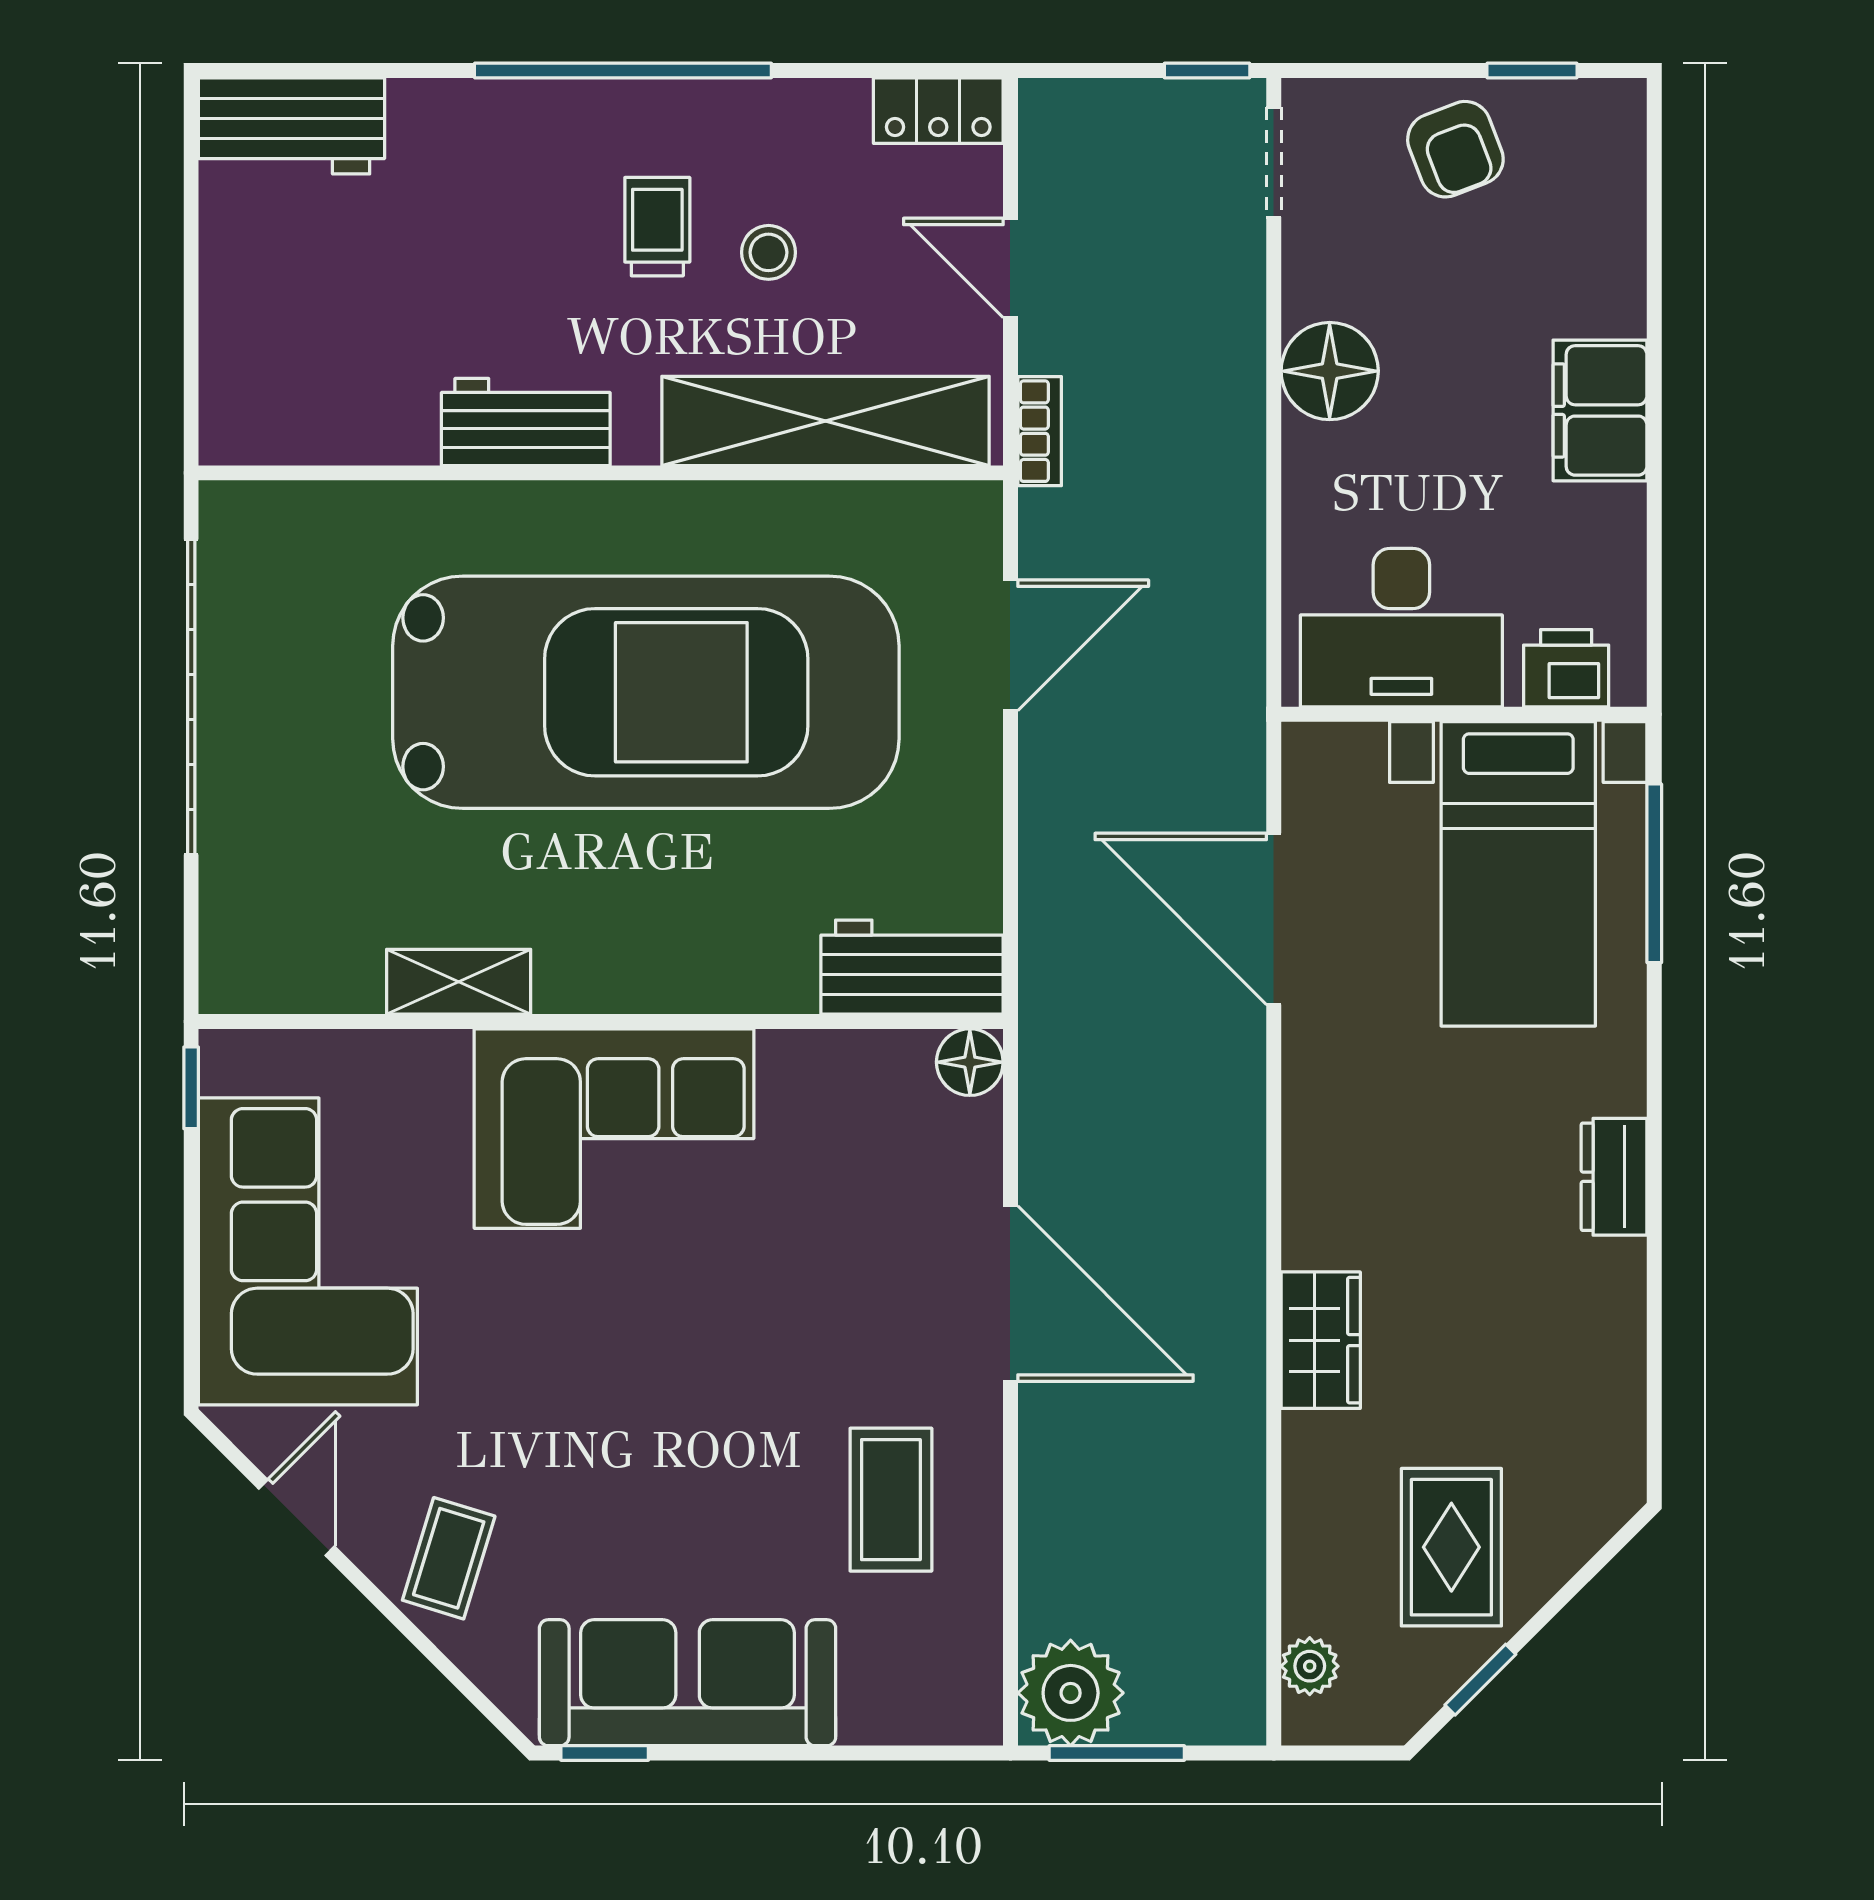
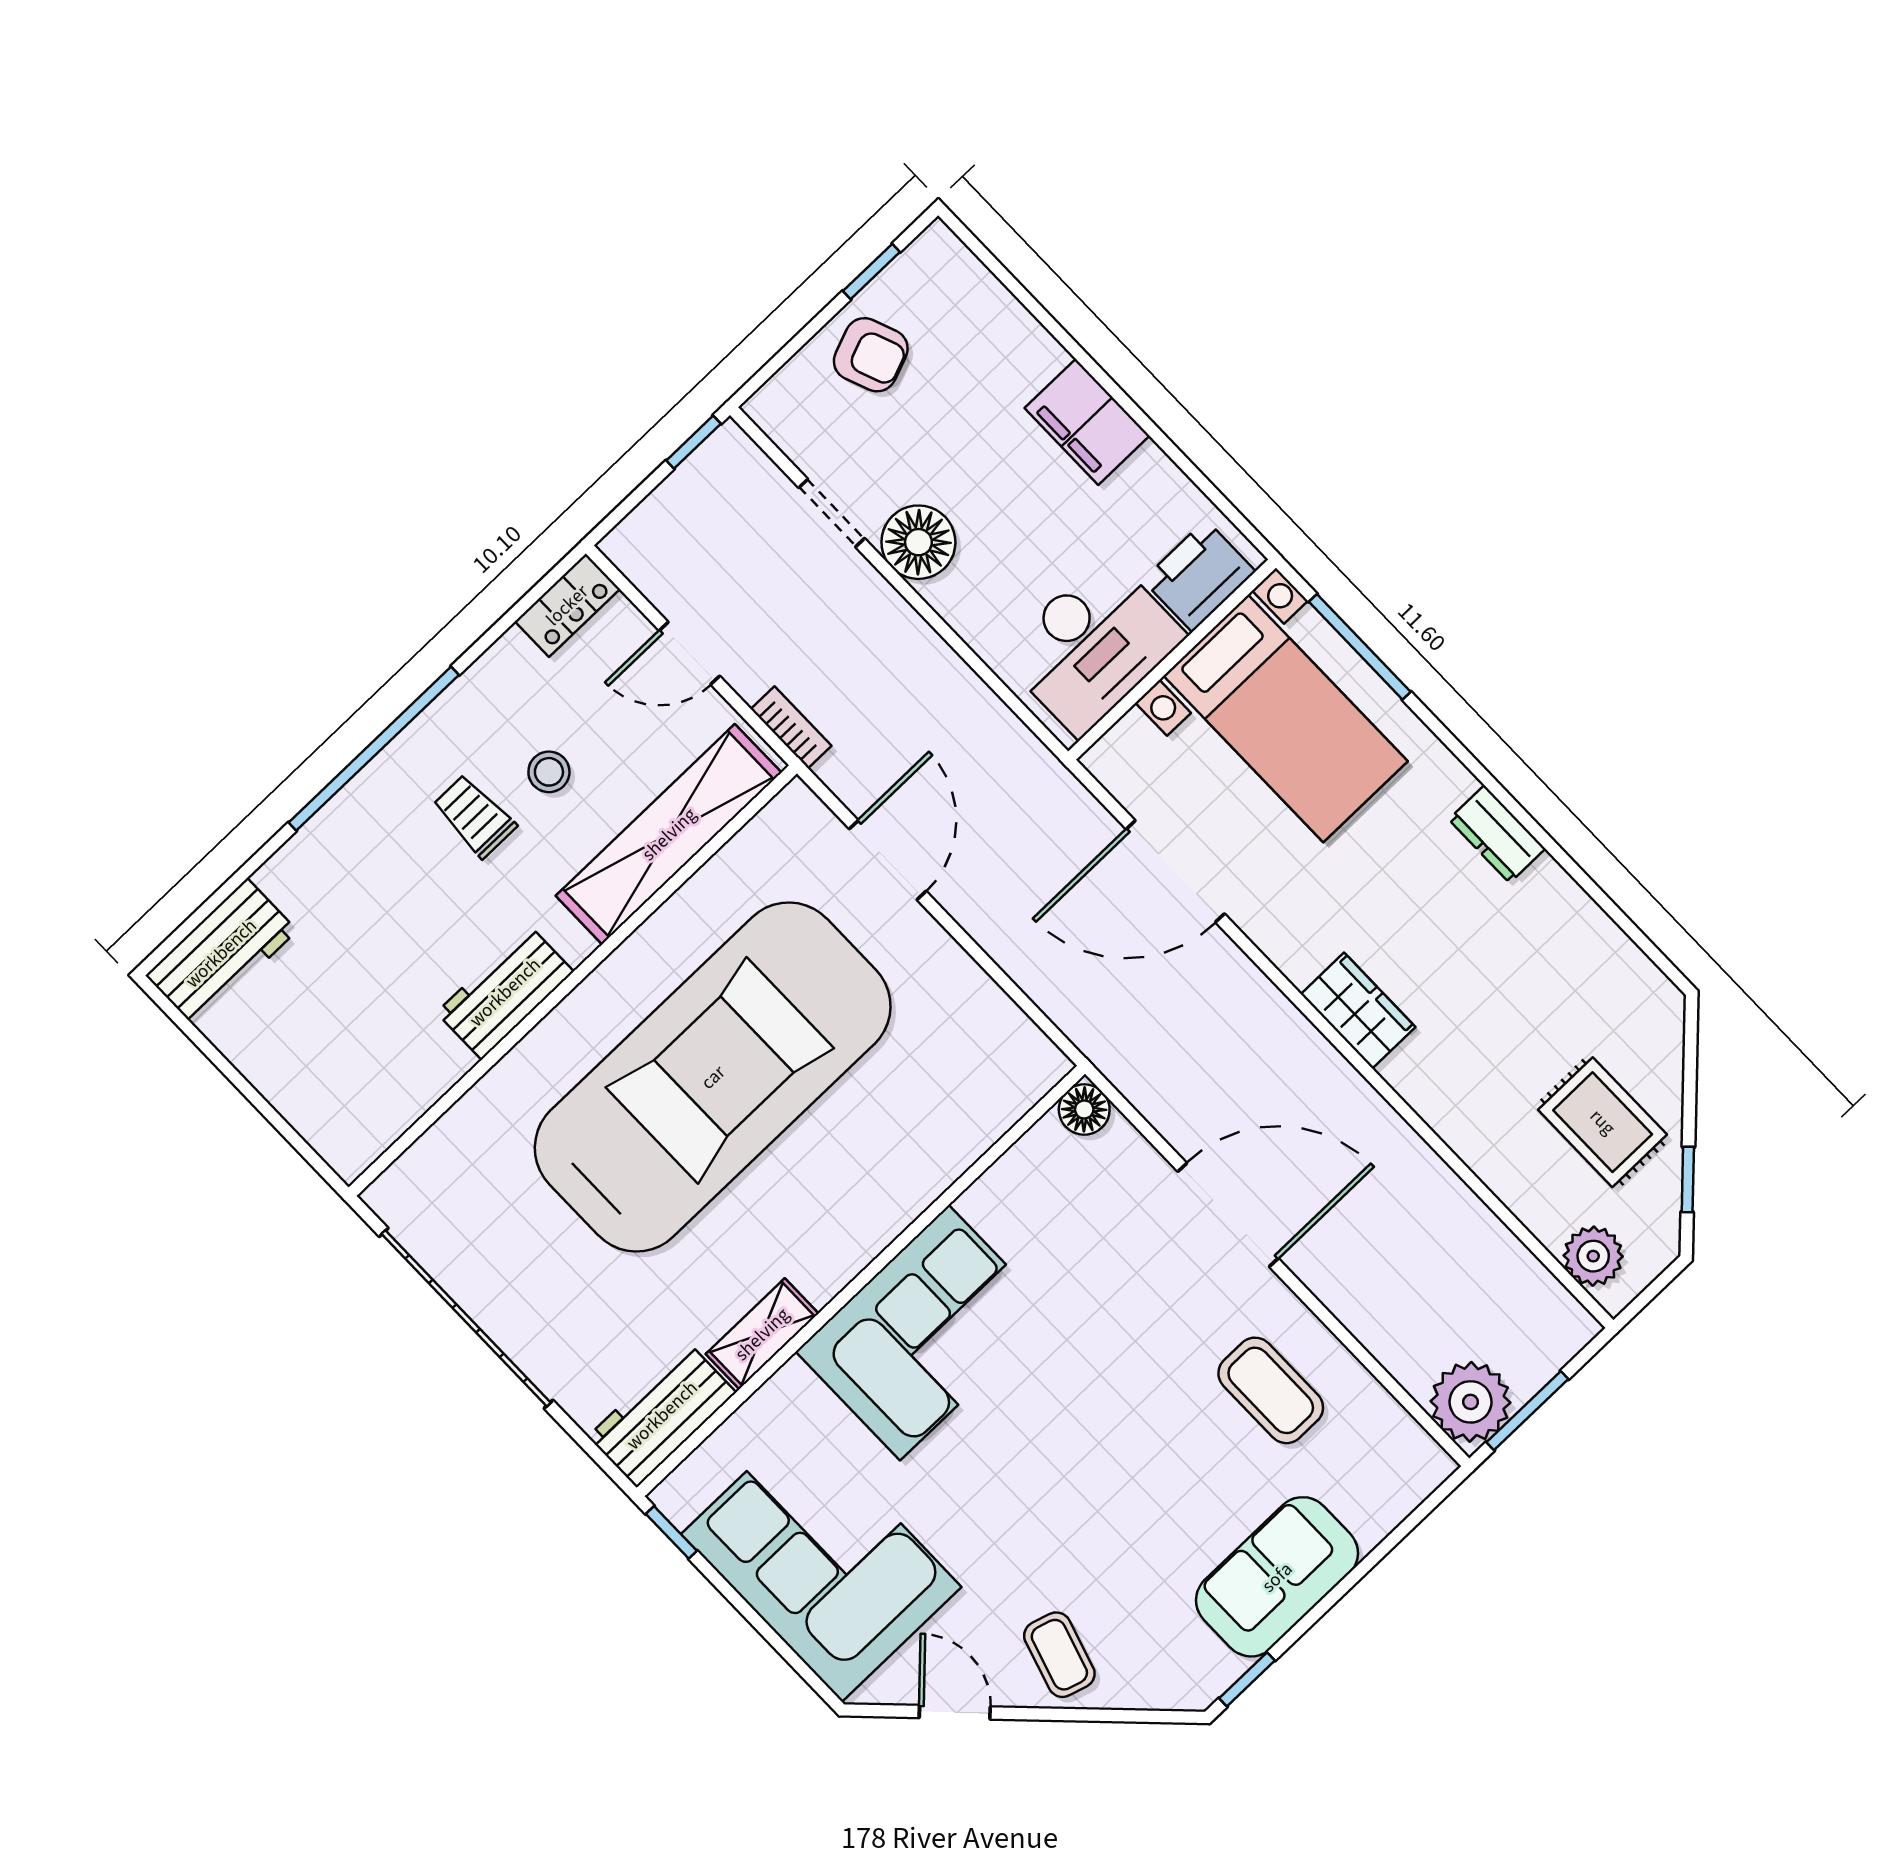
doorway: (1274, 162) -> (832, 513), moved
printer: (1566, 668) -> (1199, 576), width x1.36, depth x1.24
workbench: (912, 967) -> (662, 1415), moved
wardrobe: (1321, 1340) -> (1358, 1011), moved
plant: (1310, 1666) -> (1593, 1256), width x1.38, depth x1.38
sofa: (688, 1683) -> (1277, 1577), width x0.73

